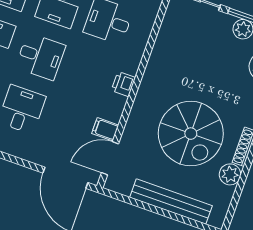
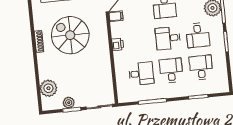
plant: (230, 174) -> (40, 23), removed

